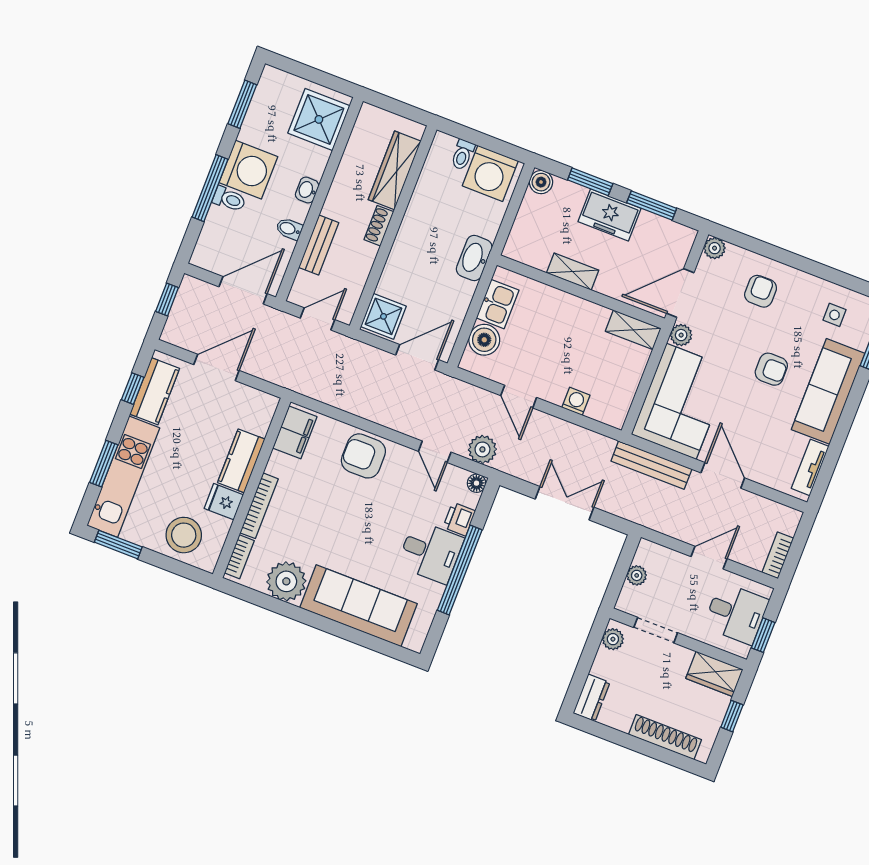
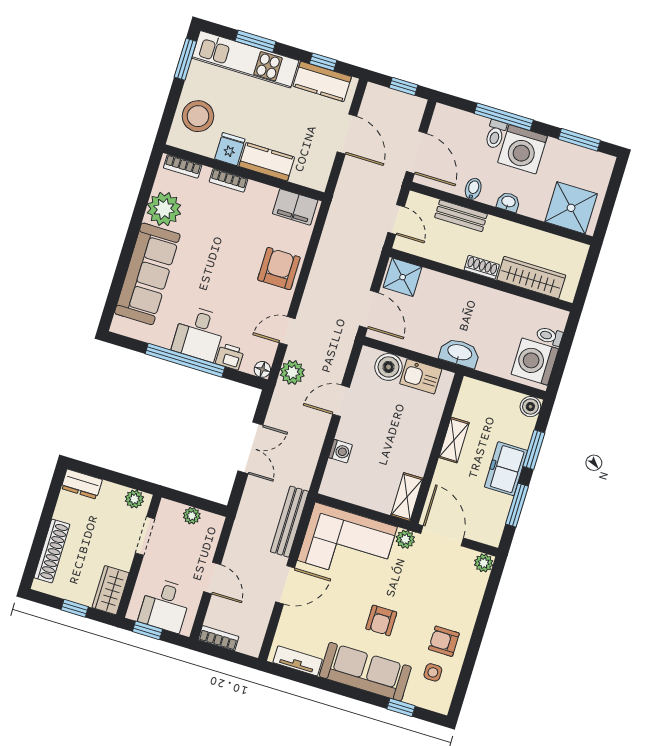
armchair: (761, 291) -> (444, 641), moved, turned 180
bookcase: (259, 506) -> (229, 180), width x0.64

